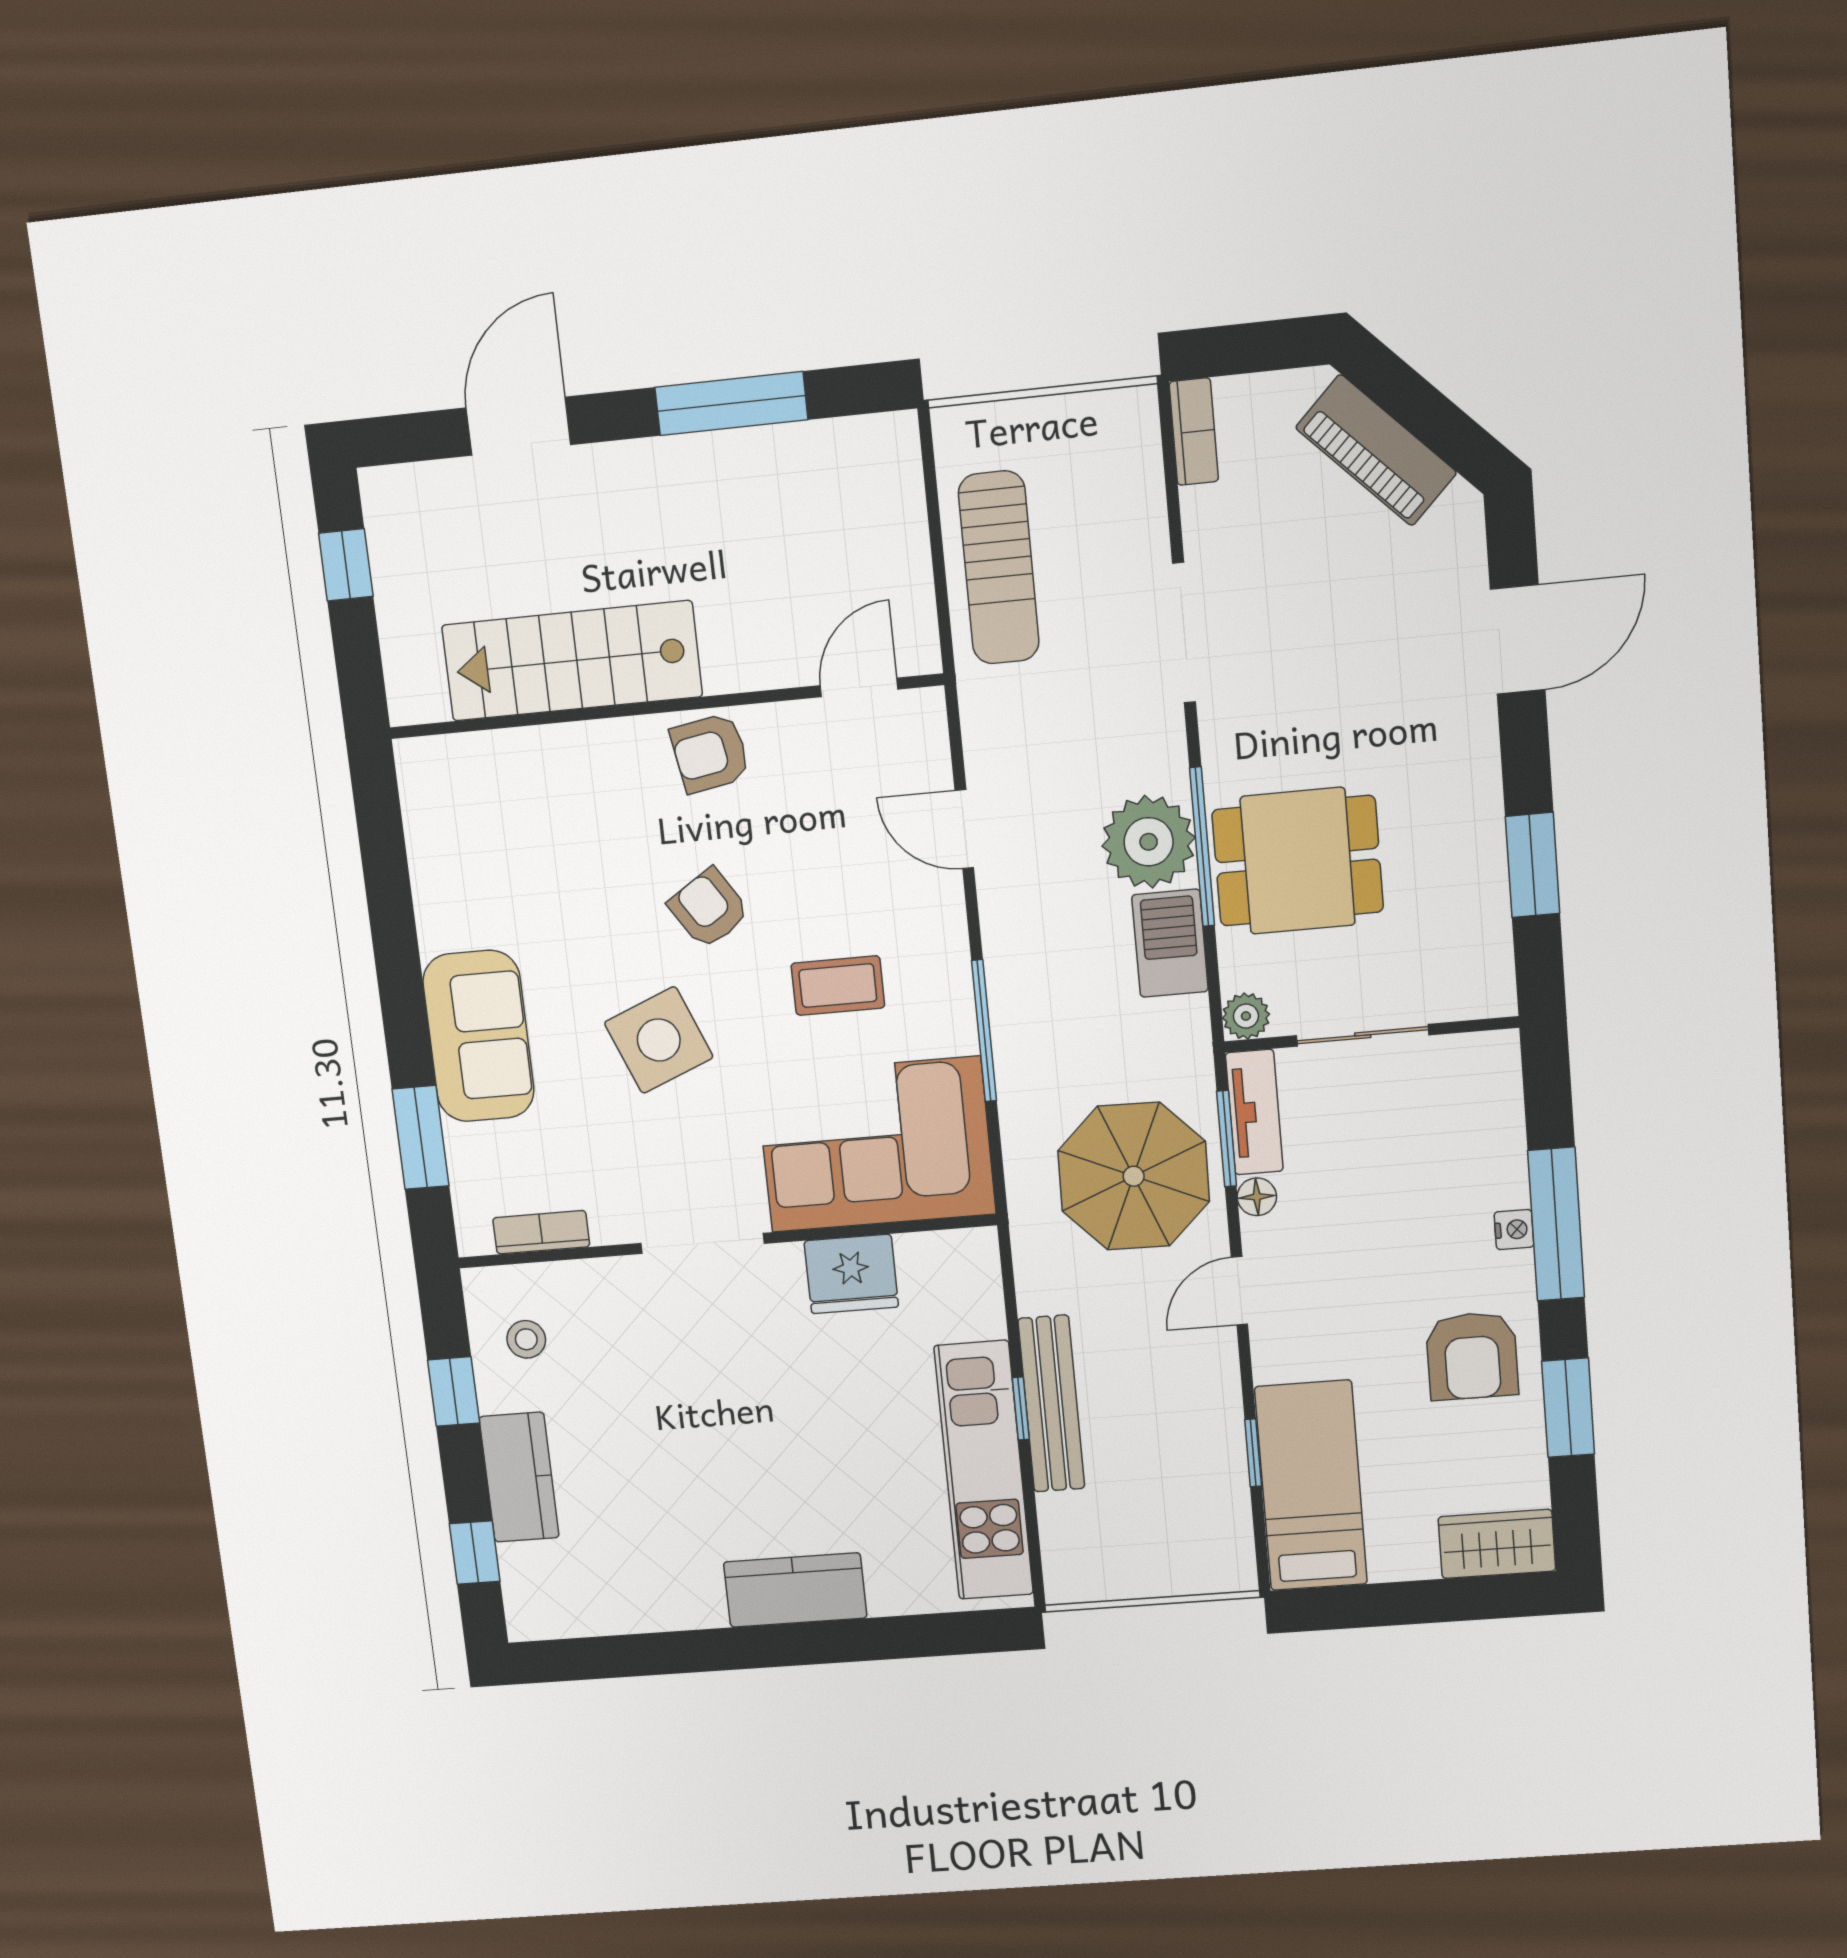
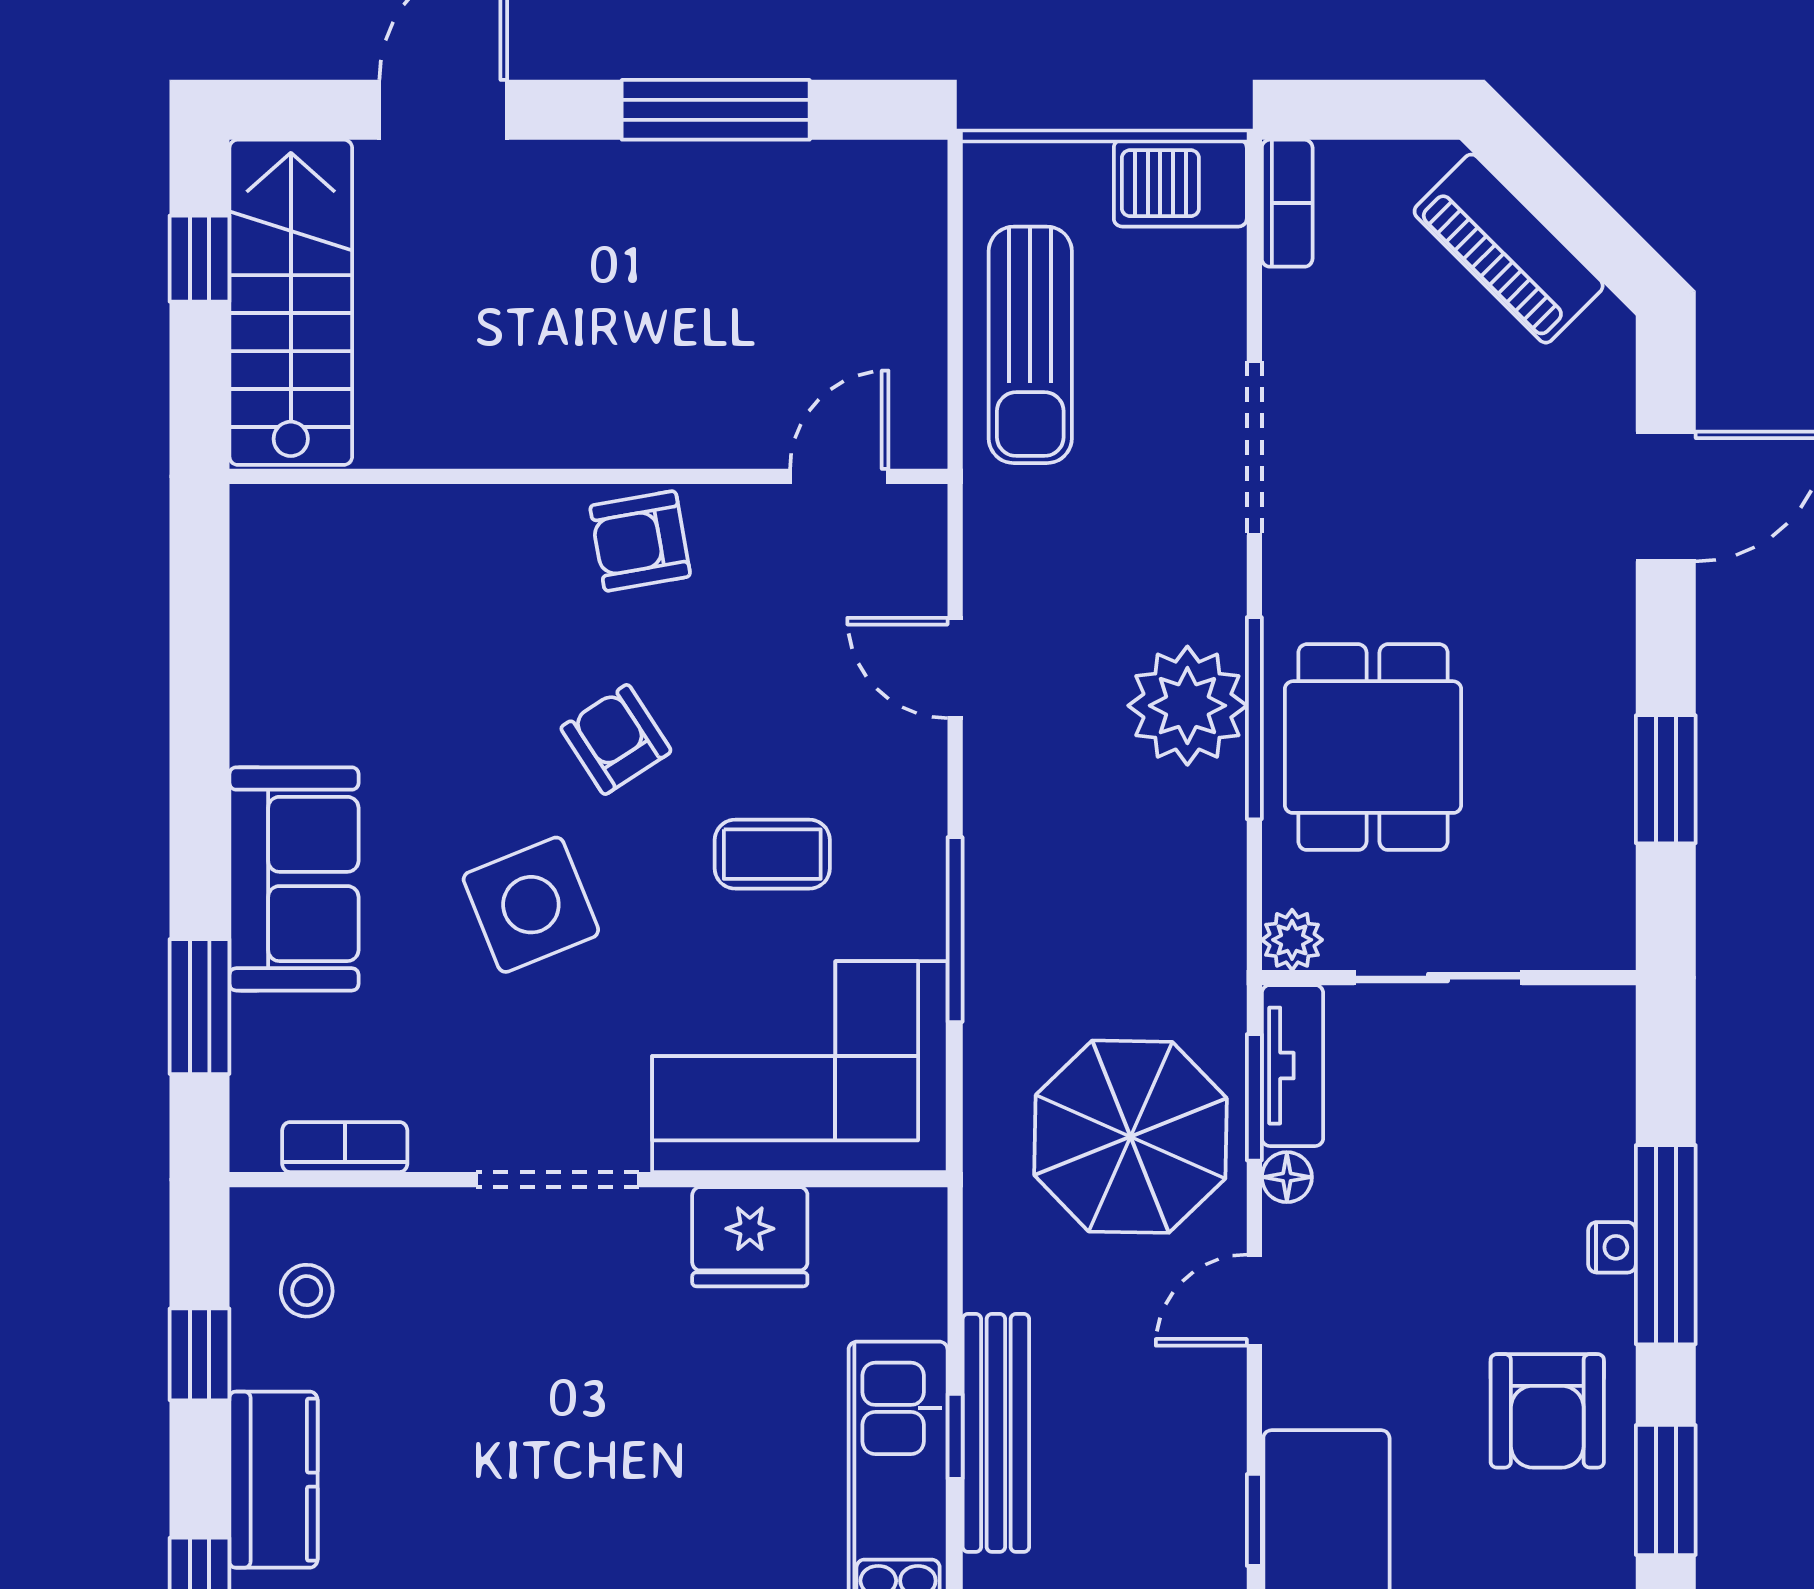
stairs: (572, 661) -> (291, 302), moved, turned 90
dining table: (1298, 861) -> (1373, 747), turned 90
barbecue: (1170, 943) -> (1180, 183), moved, turned -90

